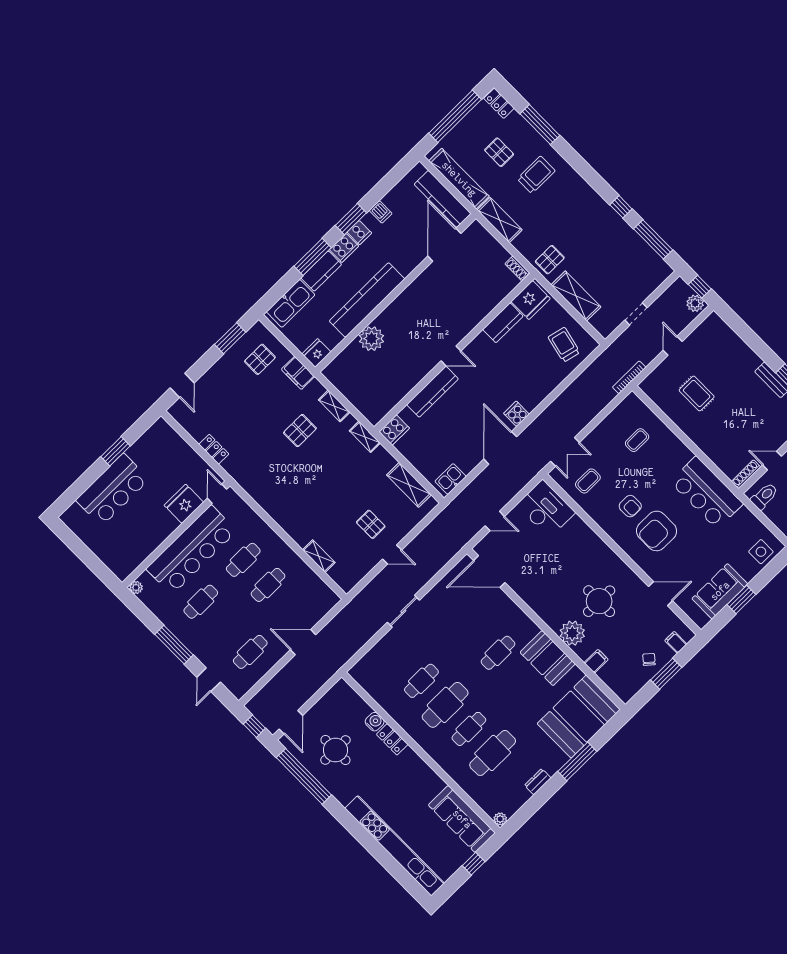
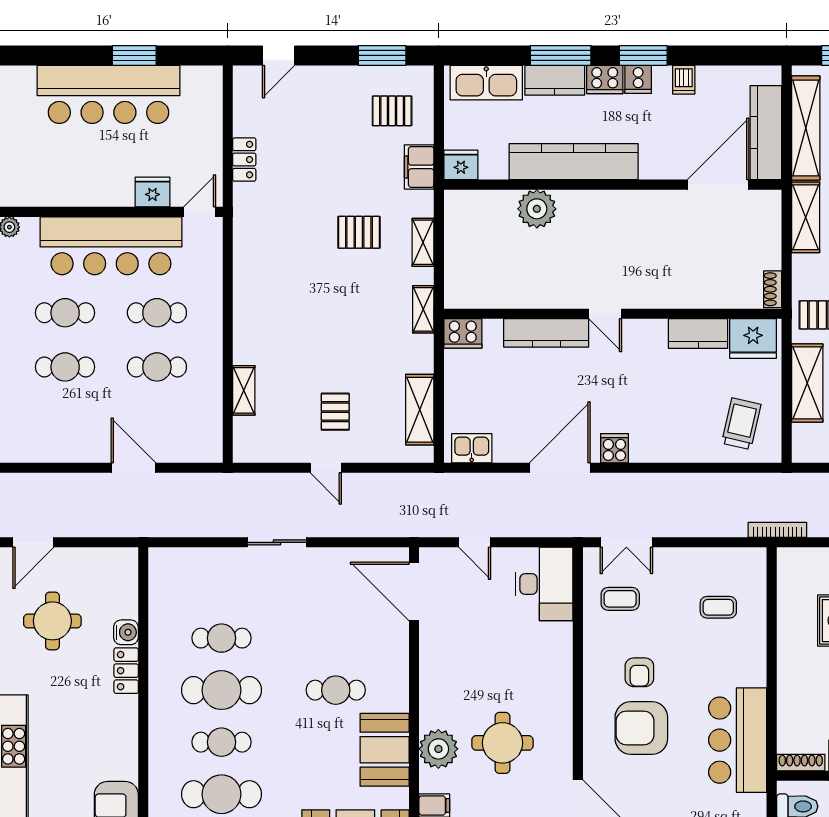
bar counter: (113, 490) -> (108, 94), width x1.36
fridge: (184, 504) -> (152, 192), width x0.73, depth x0.75
cafe table: (250, 652) -> (65, 367), moved

